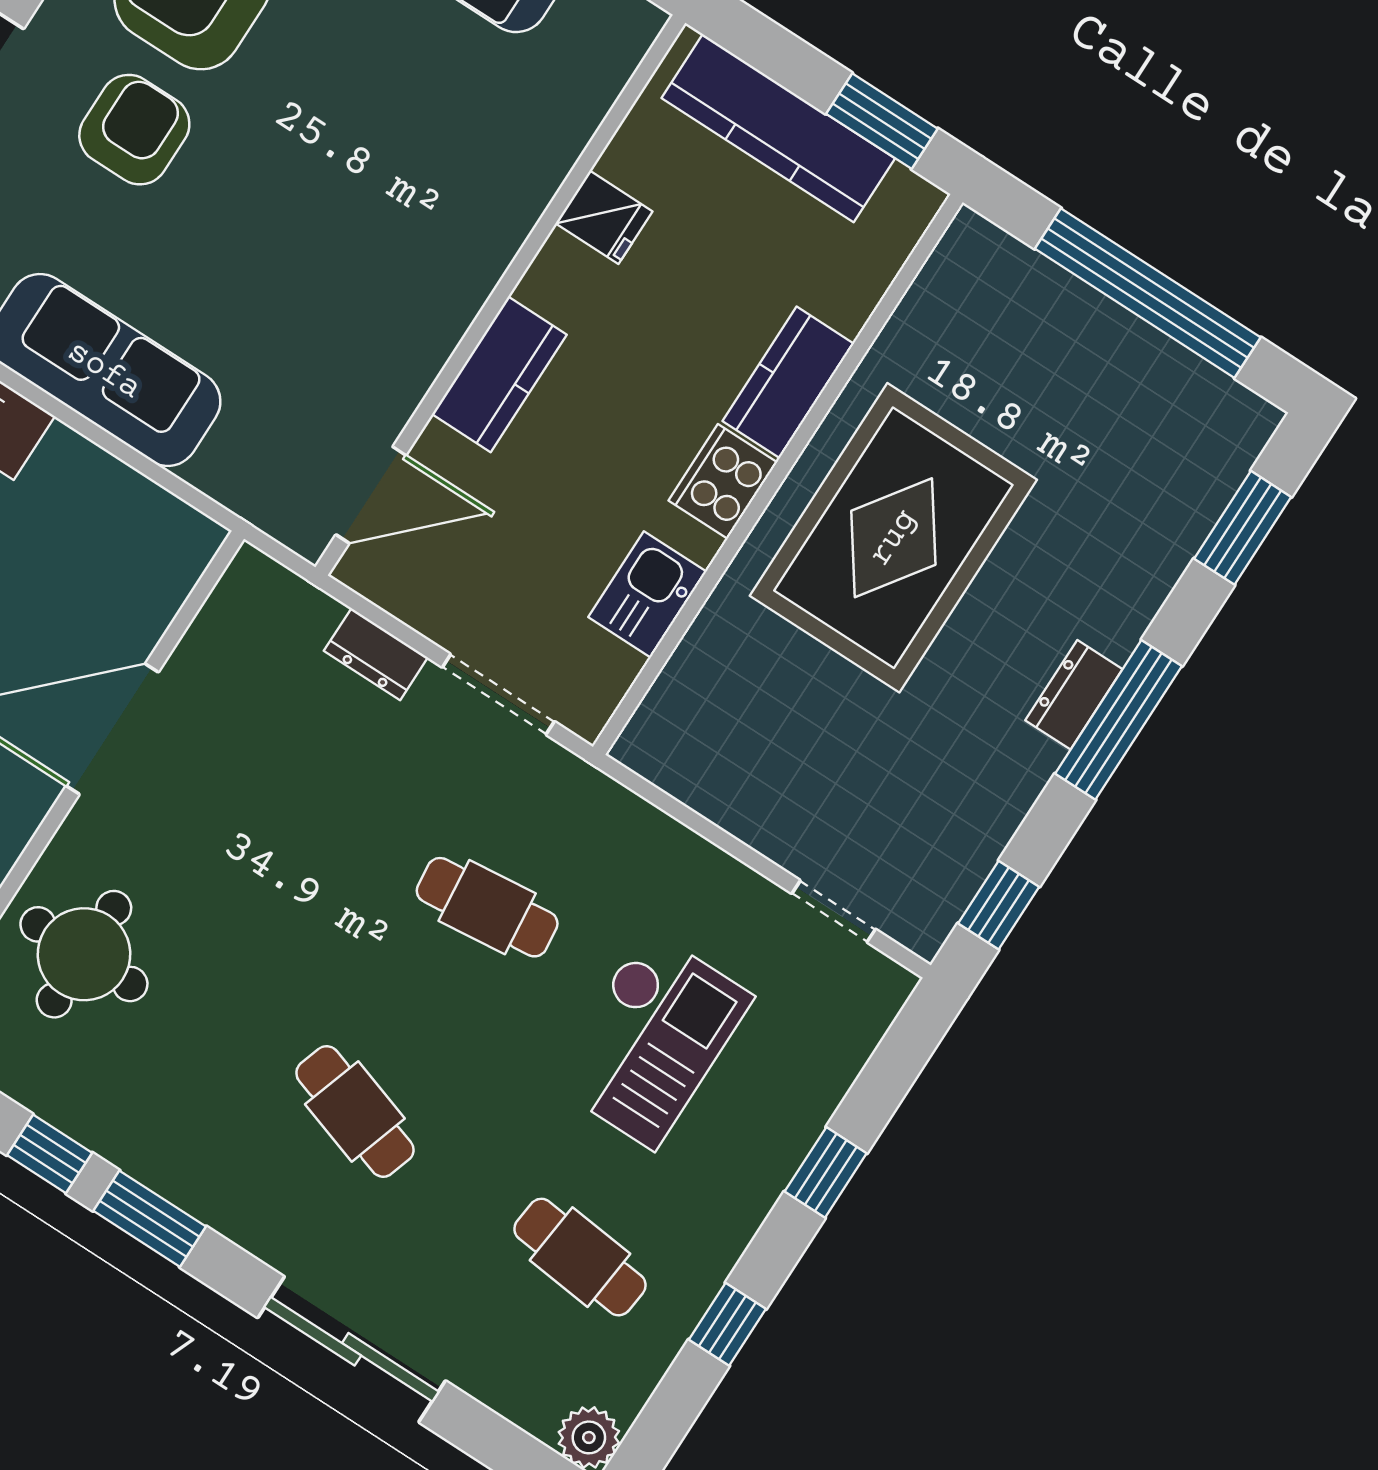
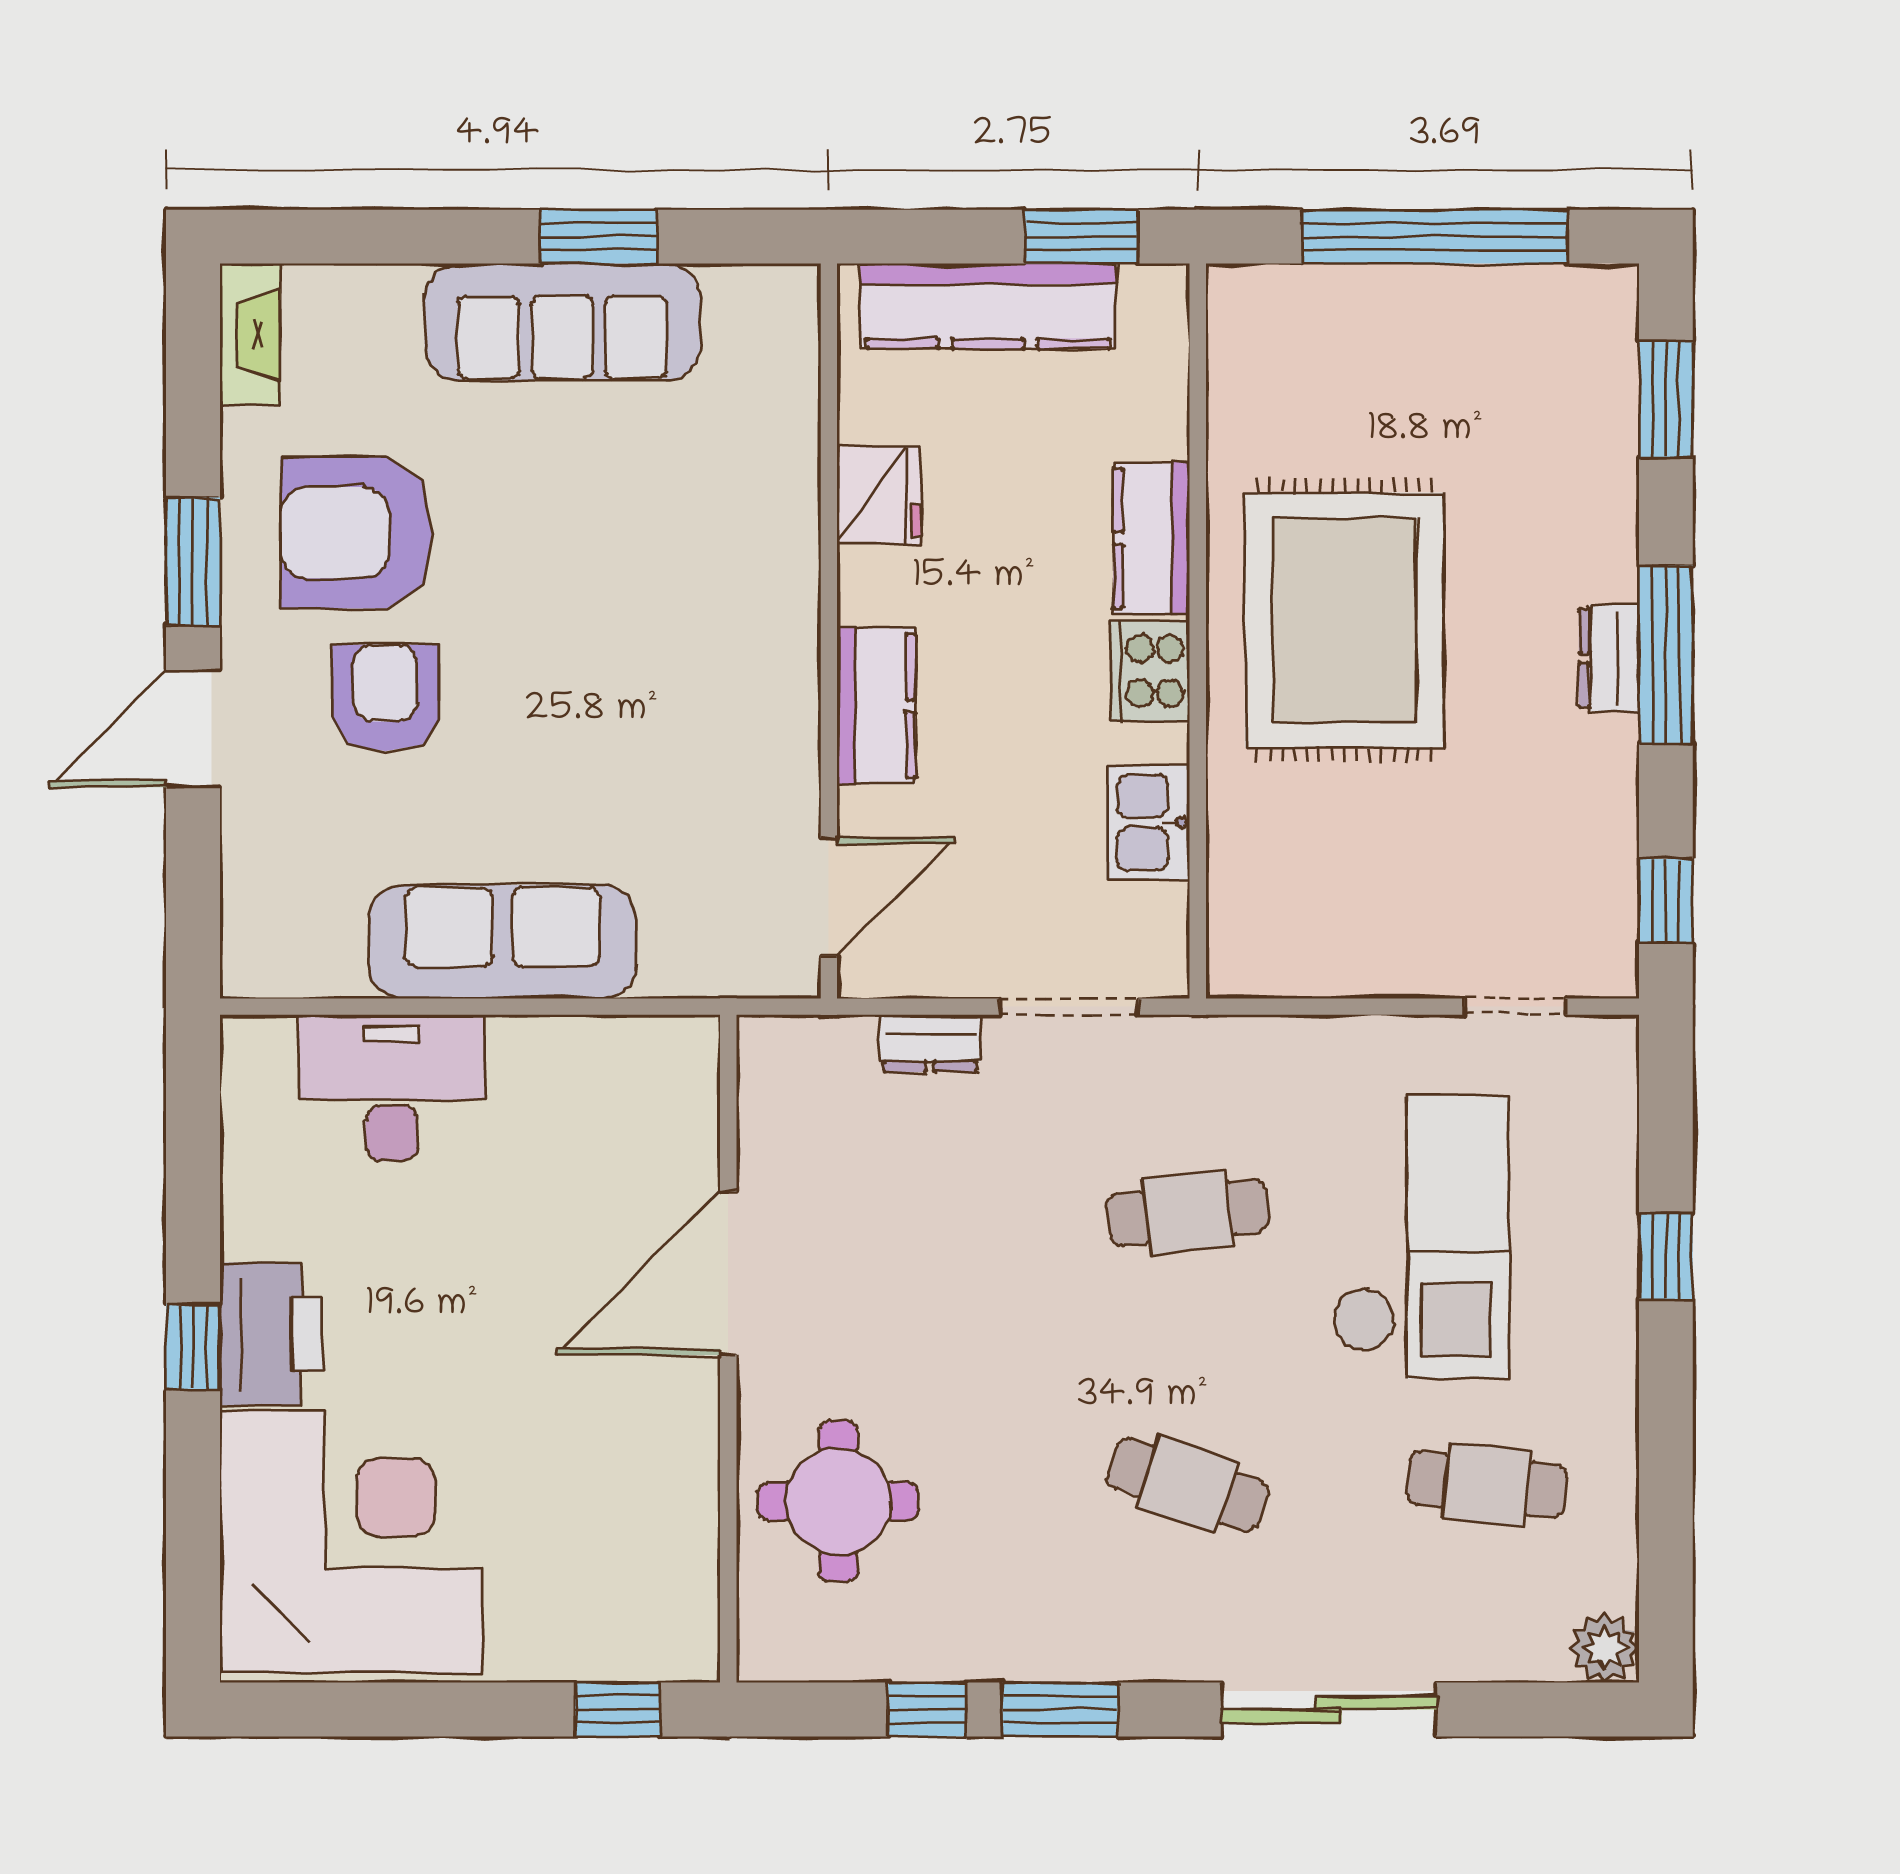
fridge: (604, 217) -> (879, 495), width x1.38
checkout: (650, 1039) -> (1421, 1237), width x1.36, depth x1.21
window: (727, 1324) -> (1666, 1458), removed

